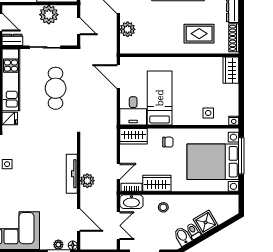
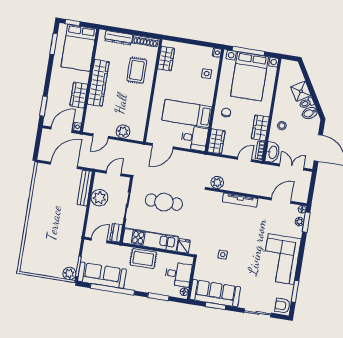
wardrobe: (231, 70) -> (166, 59), moved, turned -90
door: (118, 171) -> (245, 159), hinge flipped
plant: (87, 181) -> (217, 183), moved

